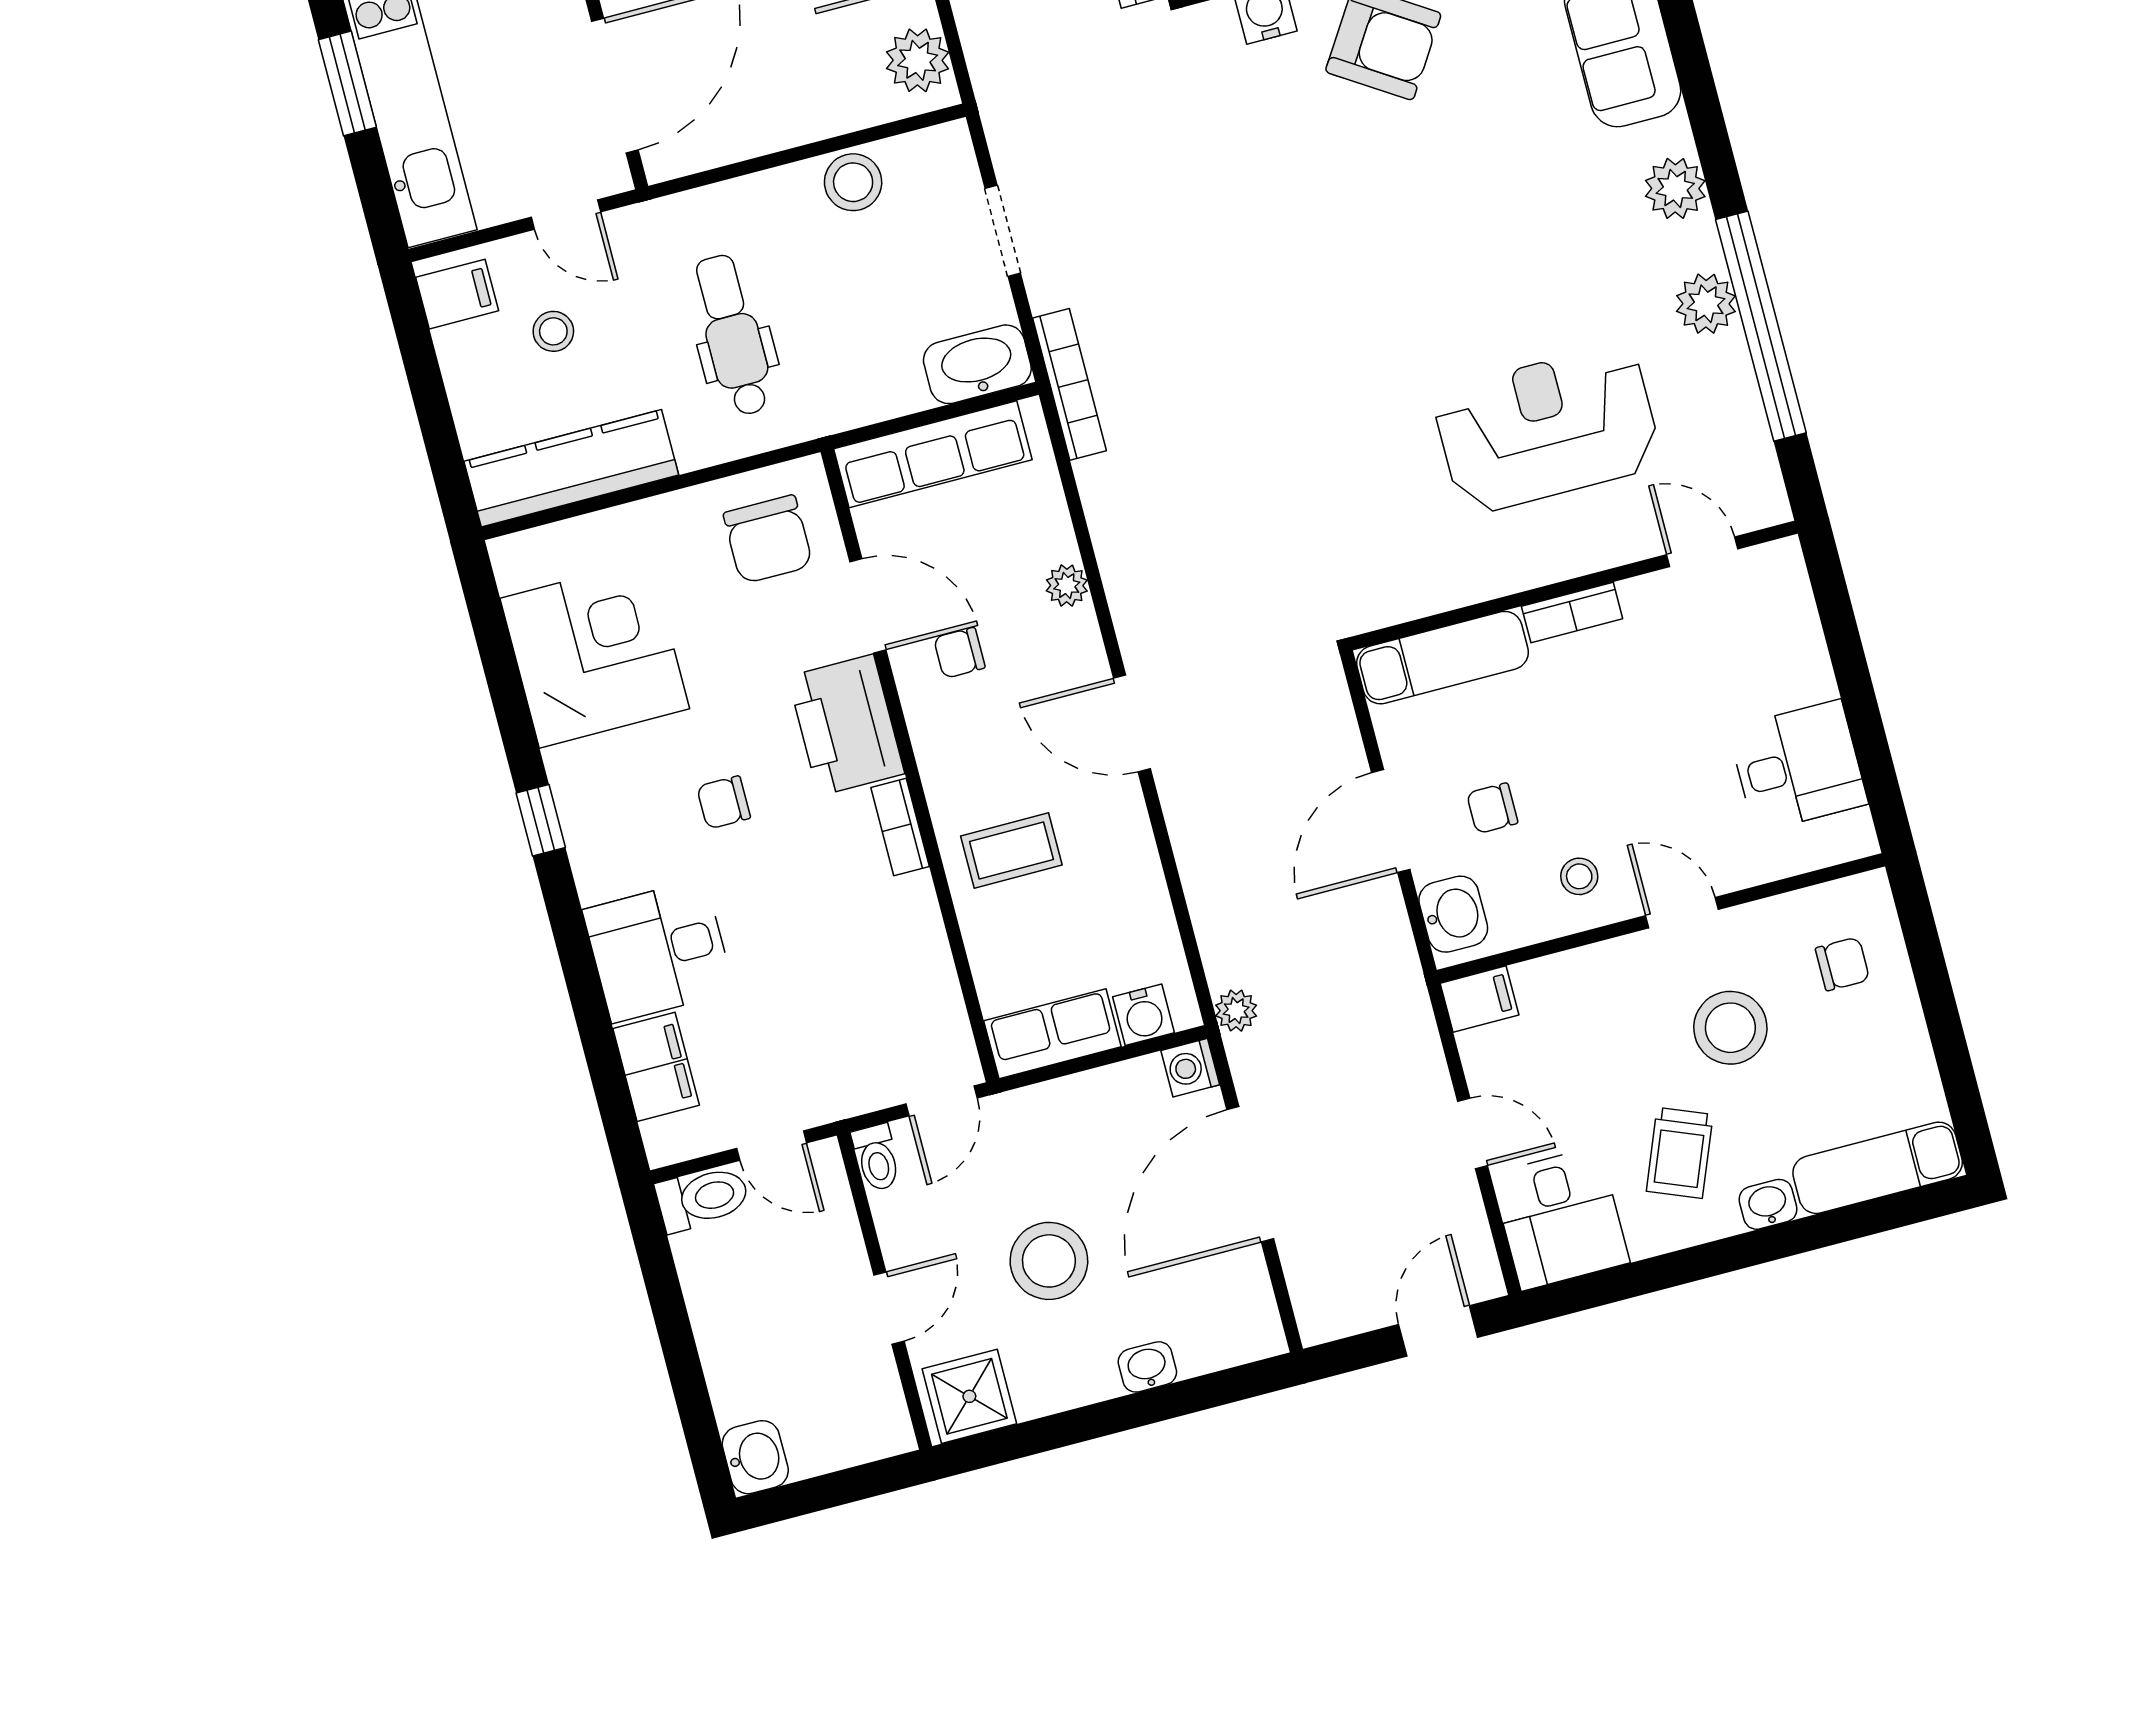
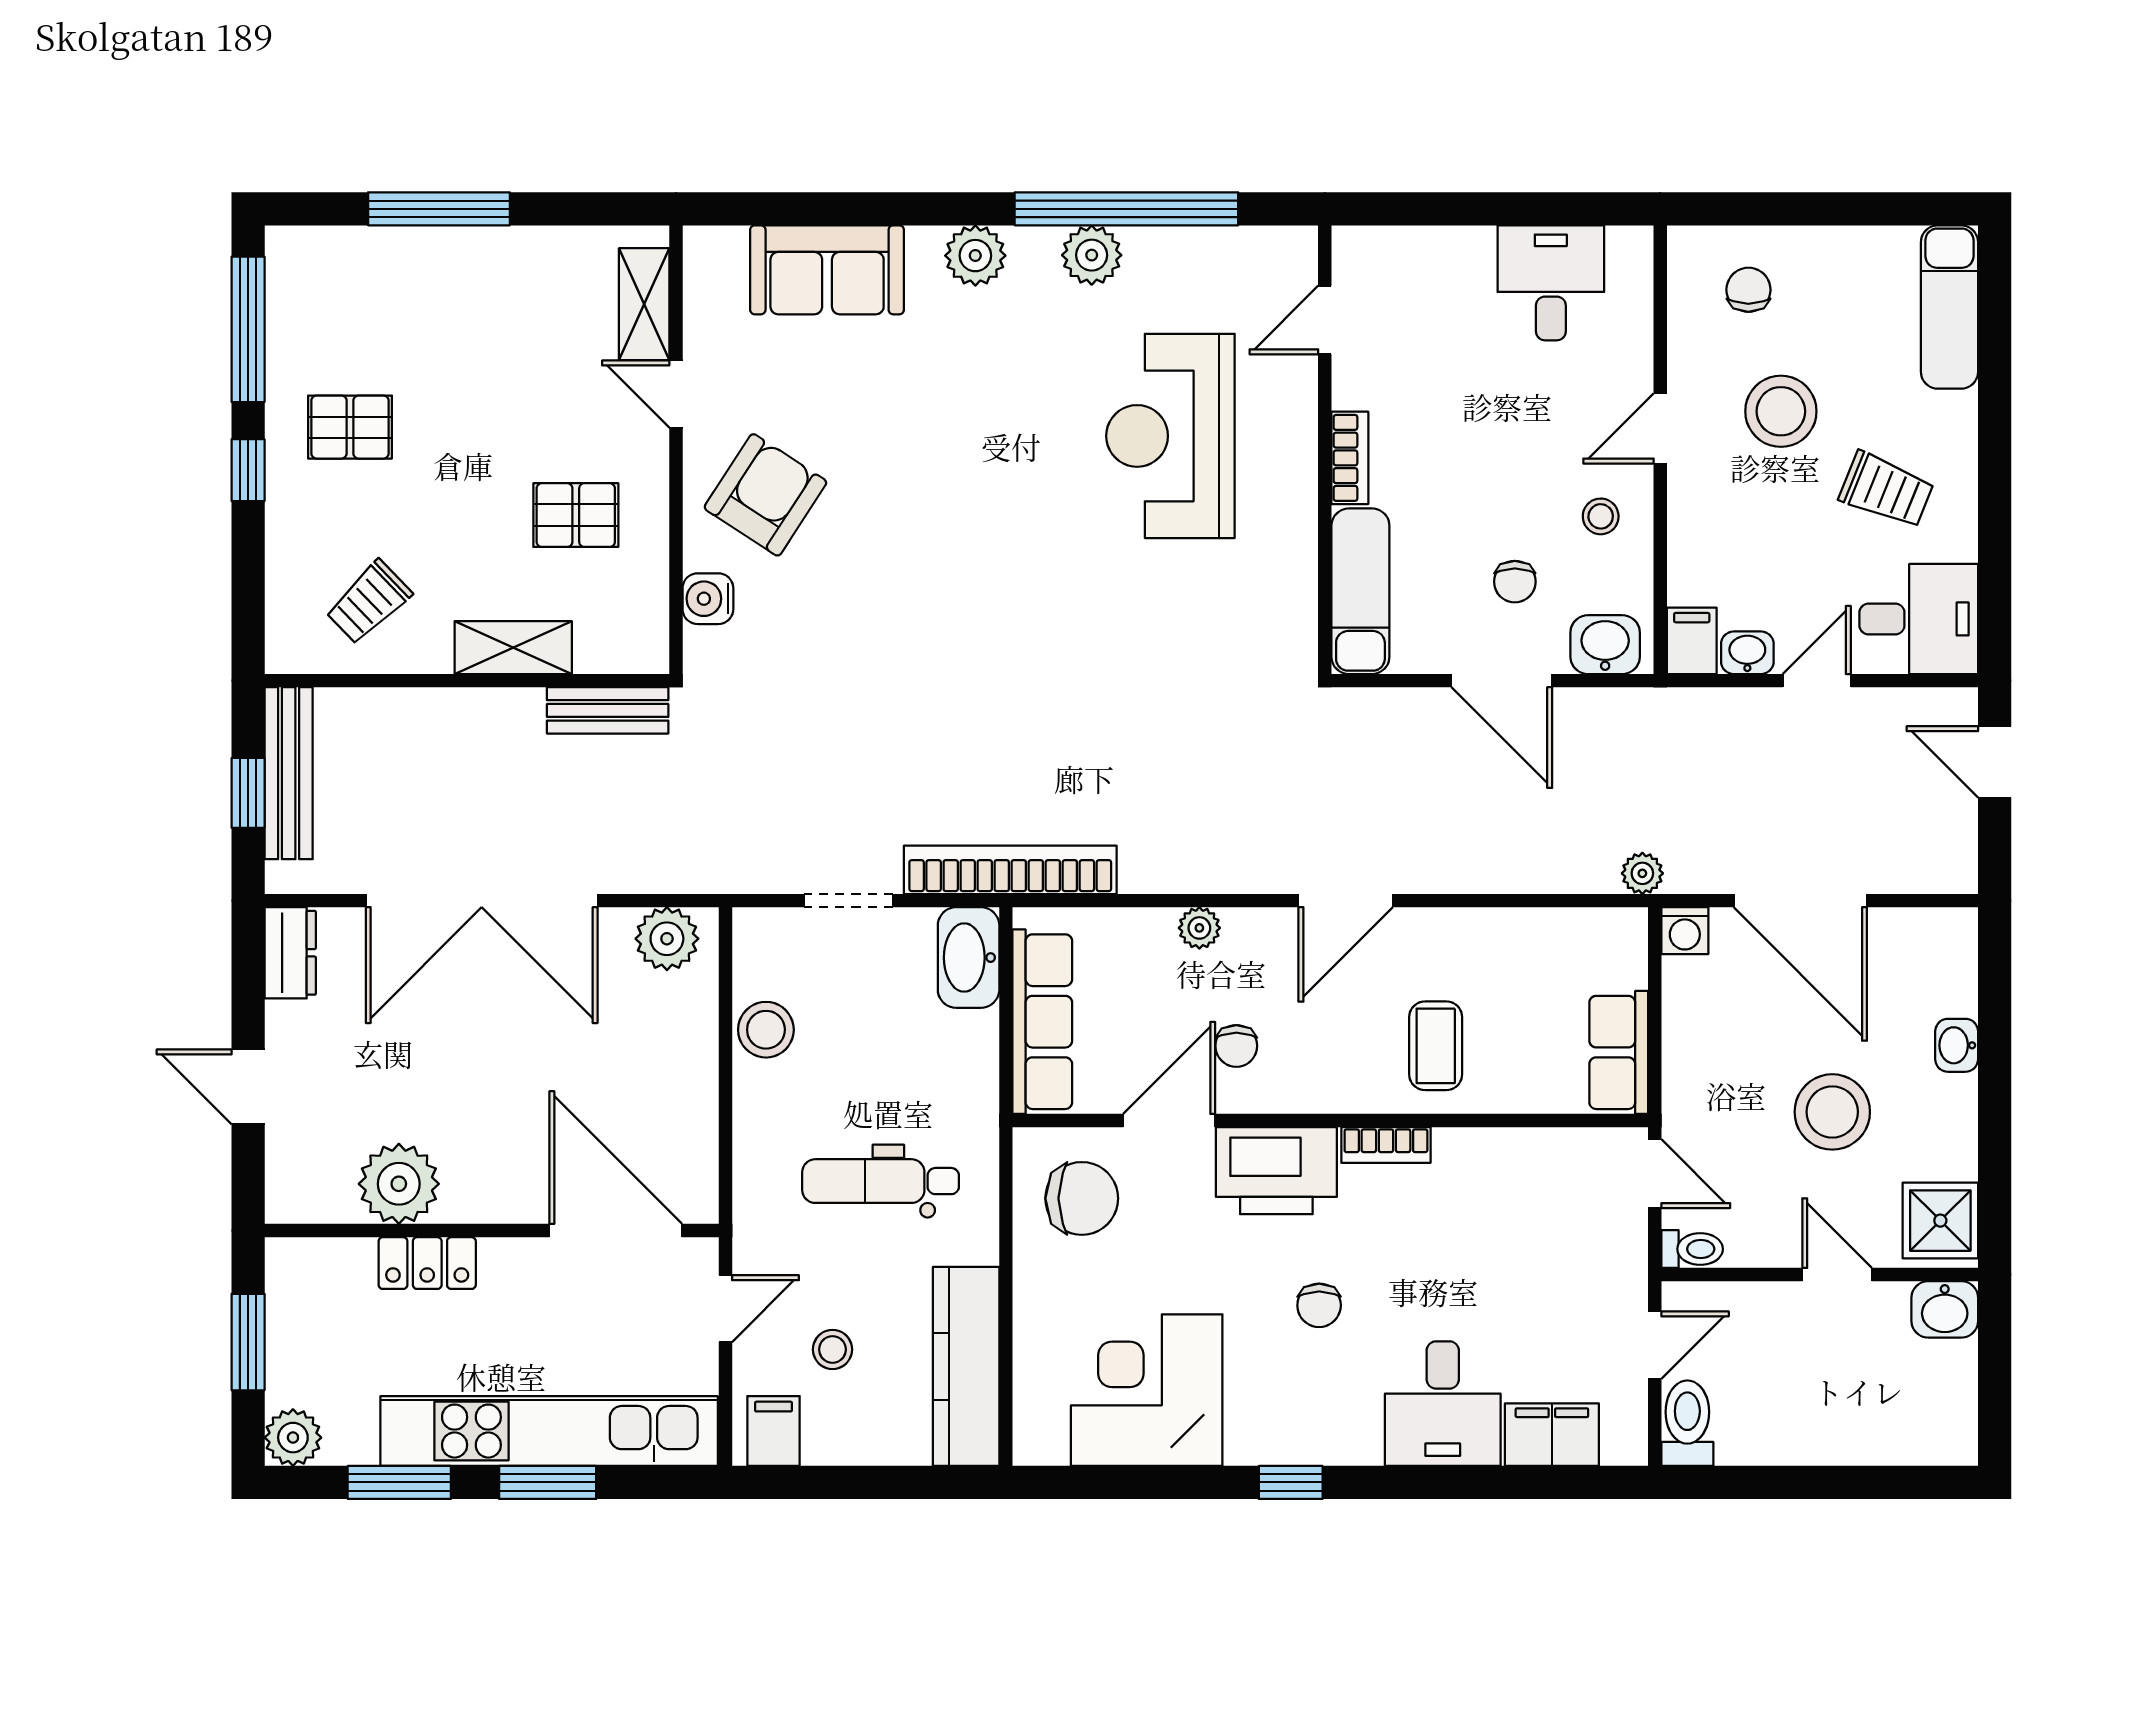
bookcase: (1069, 384) -> (1010, 870), width x1.48, depth x1.31
water cooler: (1144, 1015) -> (1623, 962), removed
washbasin: (1768, 1204) -> (1747, 653), moved, turned 90
washbasin: (755, 1457) -> (1945, 1309), moved, turned 180

